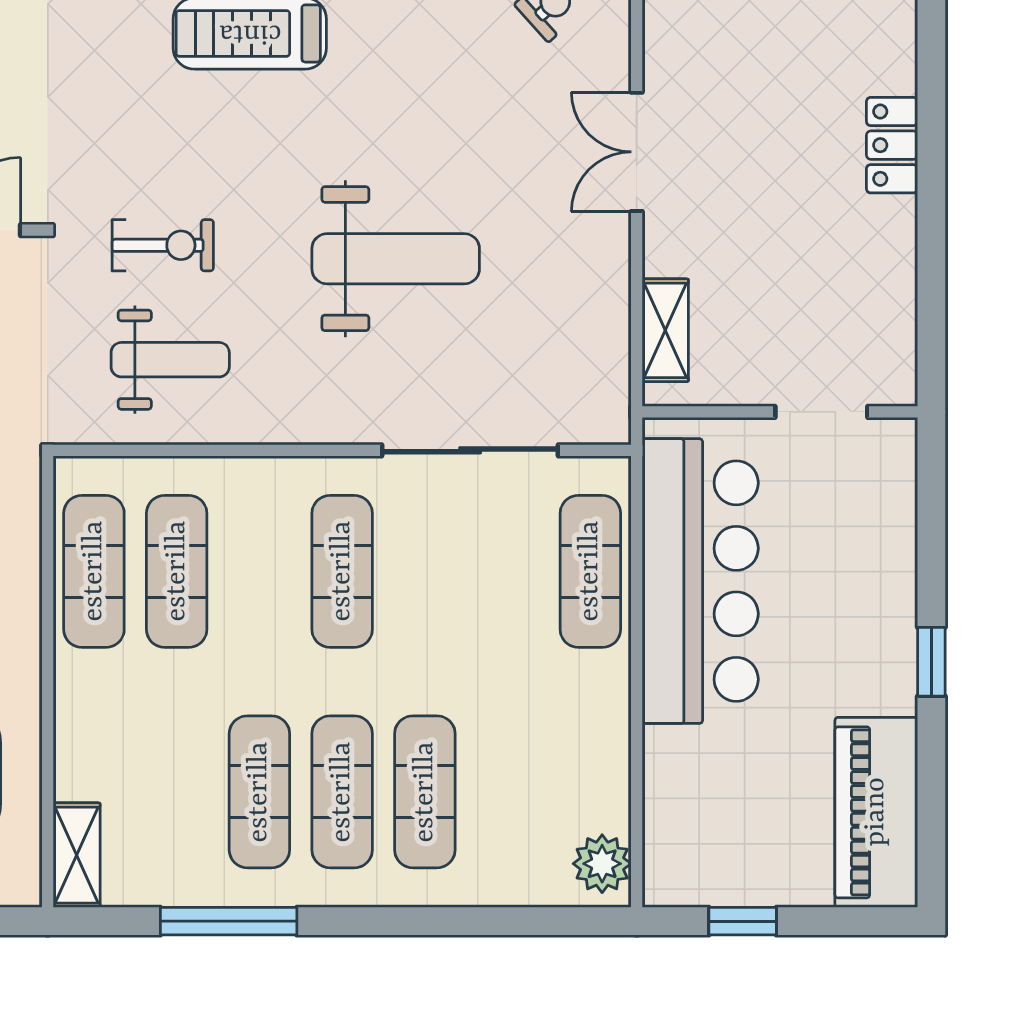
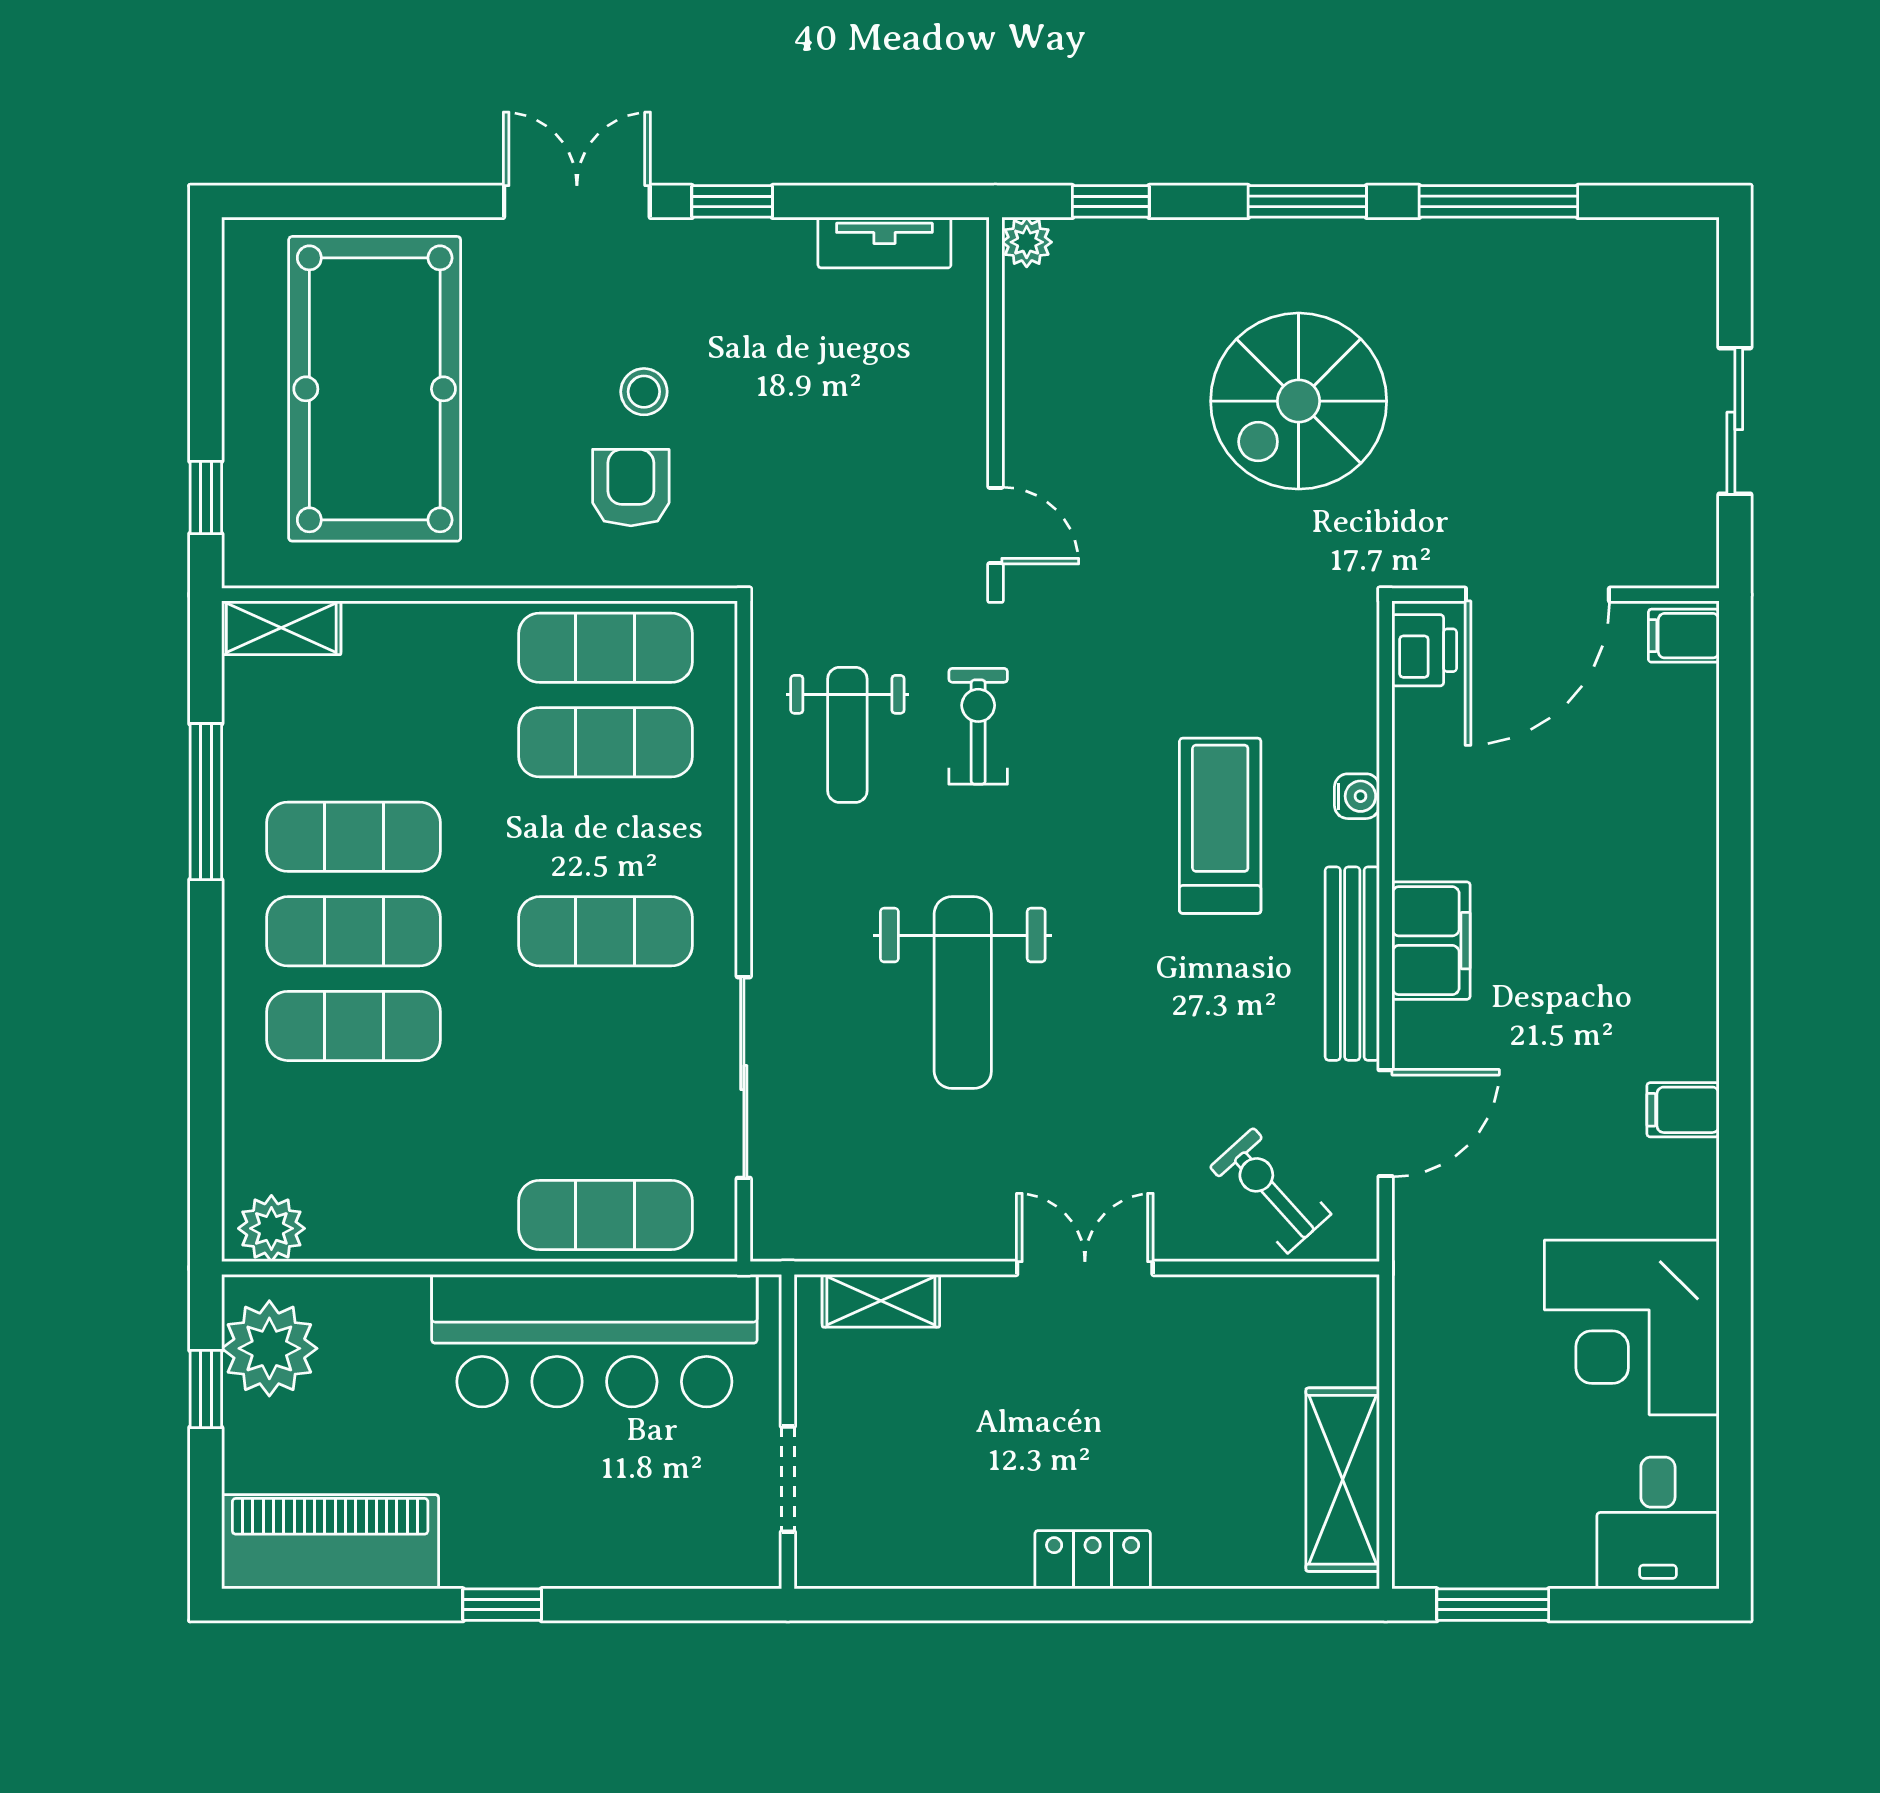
exercise bike: (163, 245) -> (978, 726), turned 180
plant: (707, 866) -> (269, 1348), added

